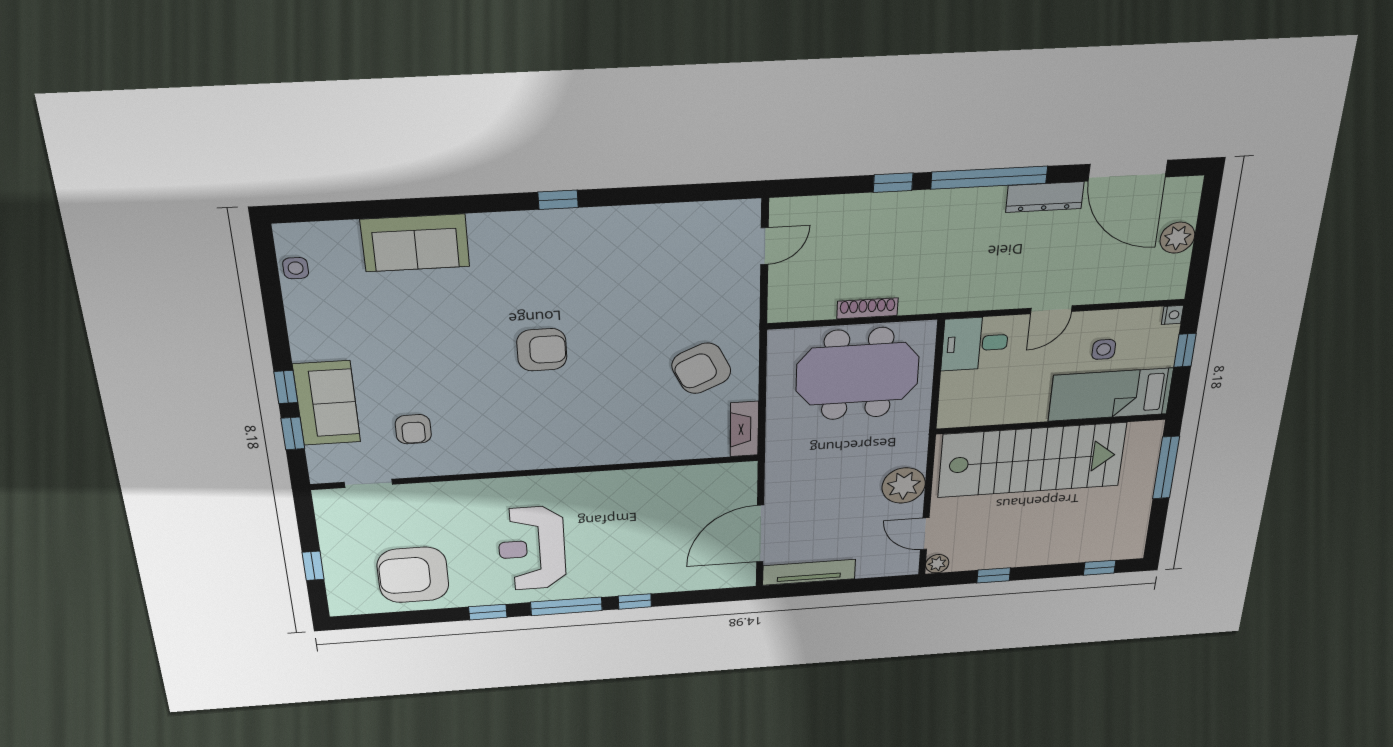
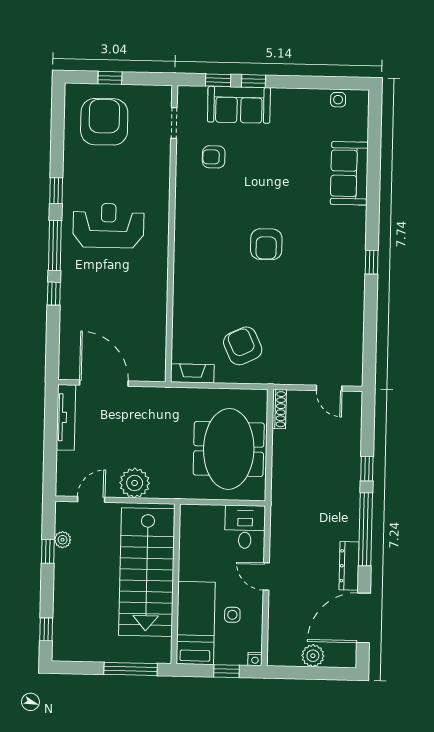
shoe rack: (867, 308) -> (279, 409), moved
plant: (937, 564) -> (63, 540), moved
armchair: (413, 575) -> (104, 122), moved

